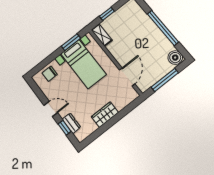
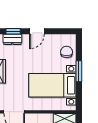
window: (71, 42) -> (79, 71), moved

